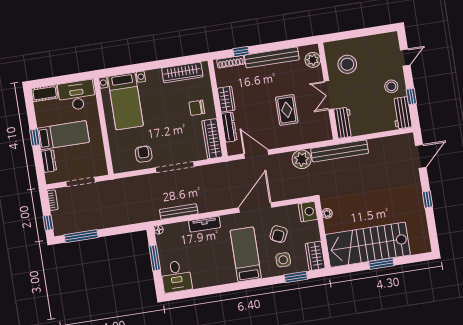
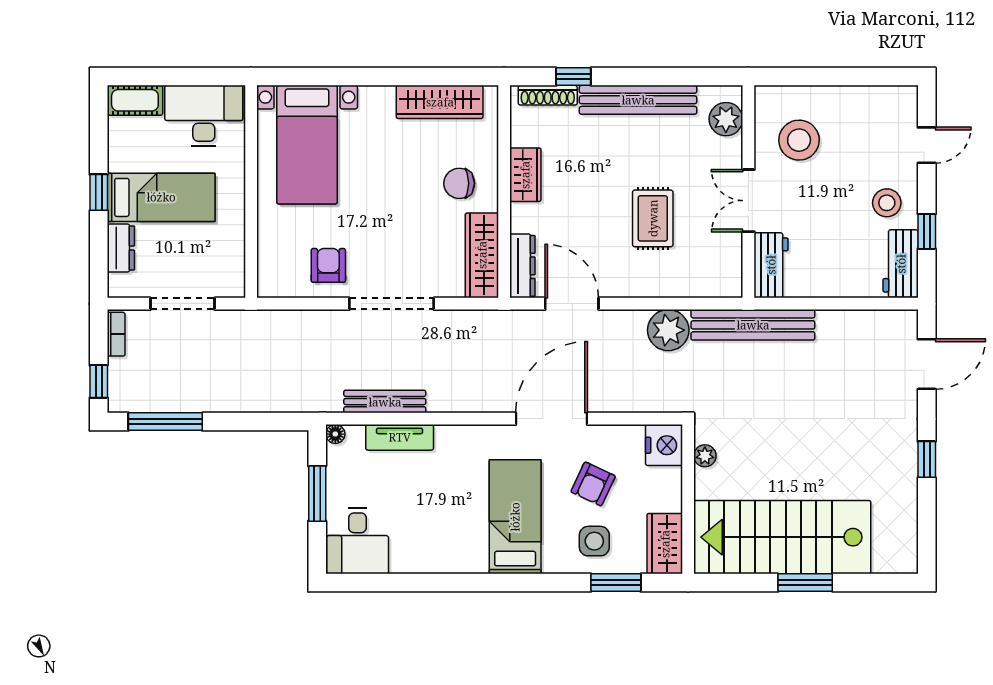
dresser: (229, 127) -> (522, 266), moved
tv unit: (205, 224) -> (400, 437), moved

